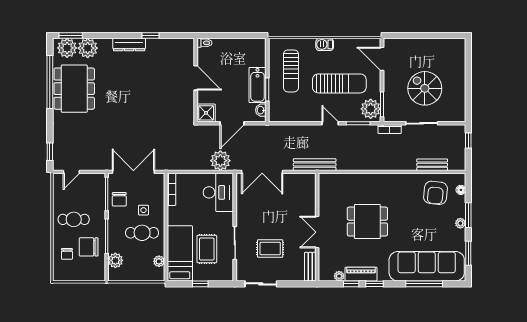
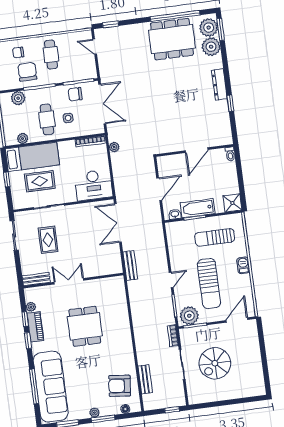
spiral stairs: (425, 88) -> (215, 363), turned 180
shower: (206, 113) -> (232, 203), moved
door: (232, 123) -> (159, 189), swing flipped
plant: (220, 161) -> (114, 147), moved, width x0.53, depth x0.53
bench: (315, 165) -> (130, 265), width x0.73

